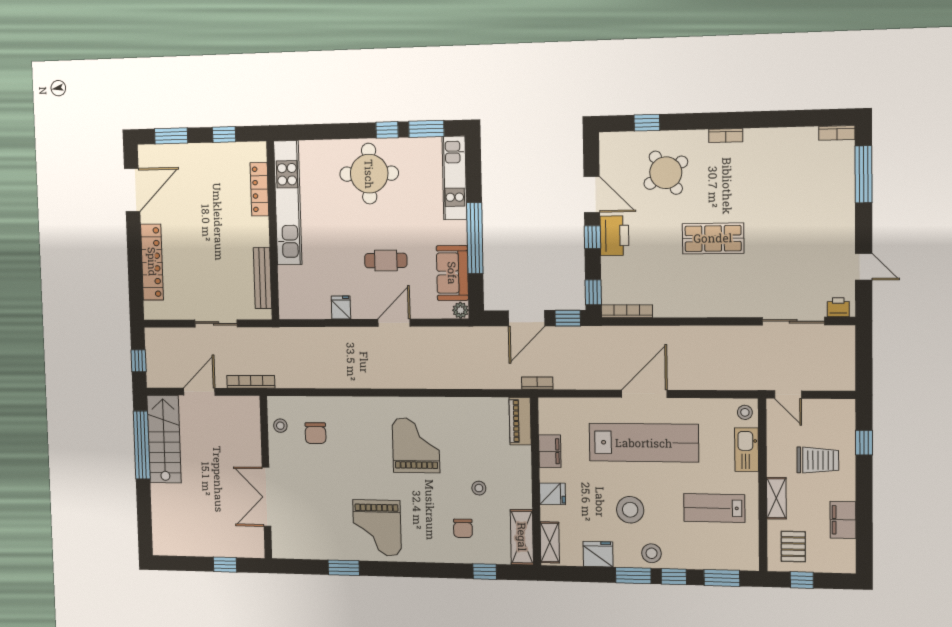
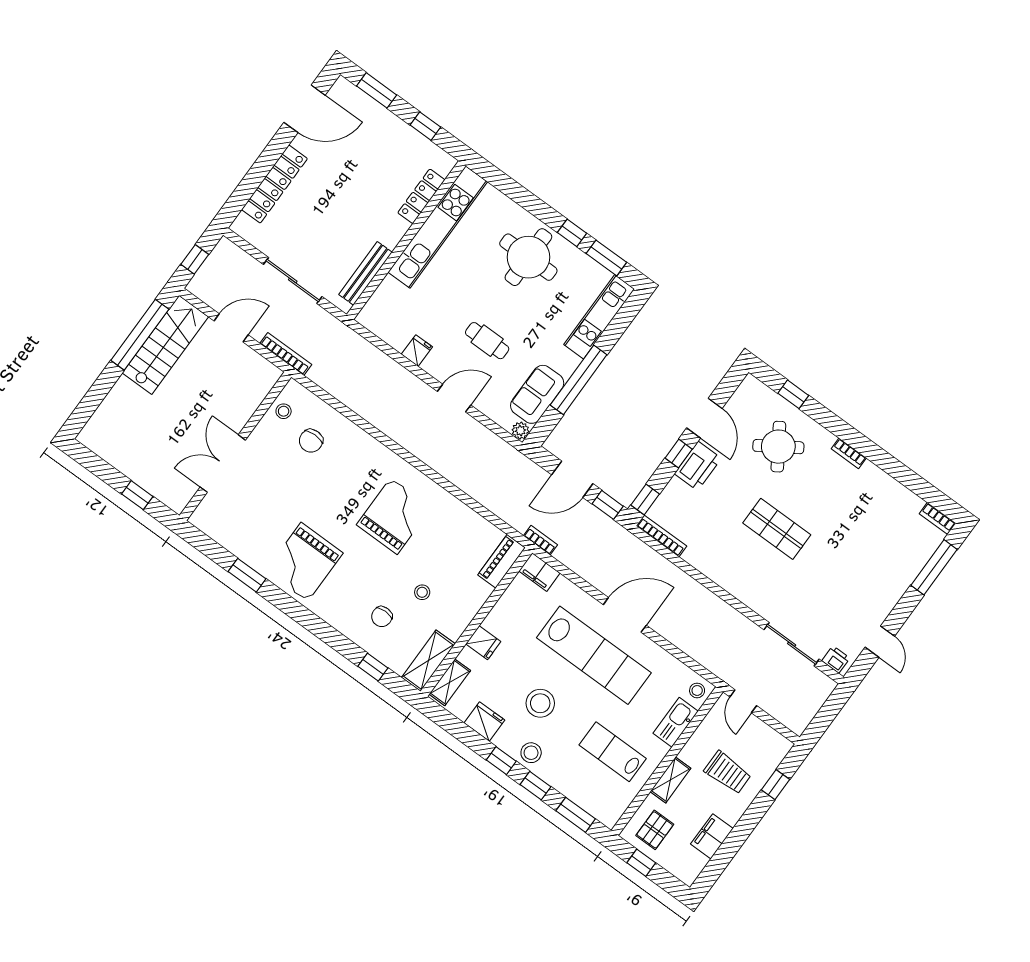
sliding door: (216, 323) -> (293, 280), width x1.37
filing cabinet: (550, 451) -> (539, 572), moved, turned 90
window: (633, 576) -> (501, 761), width x0.67

